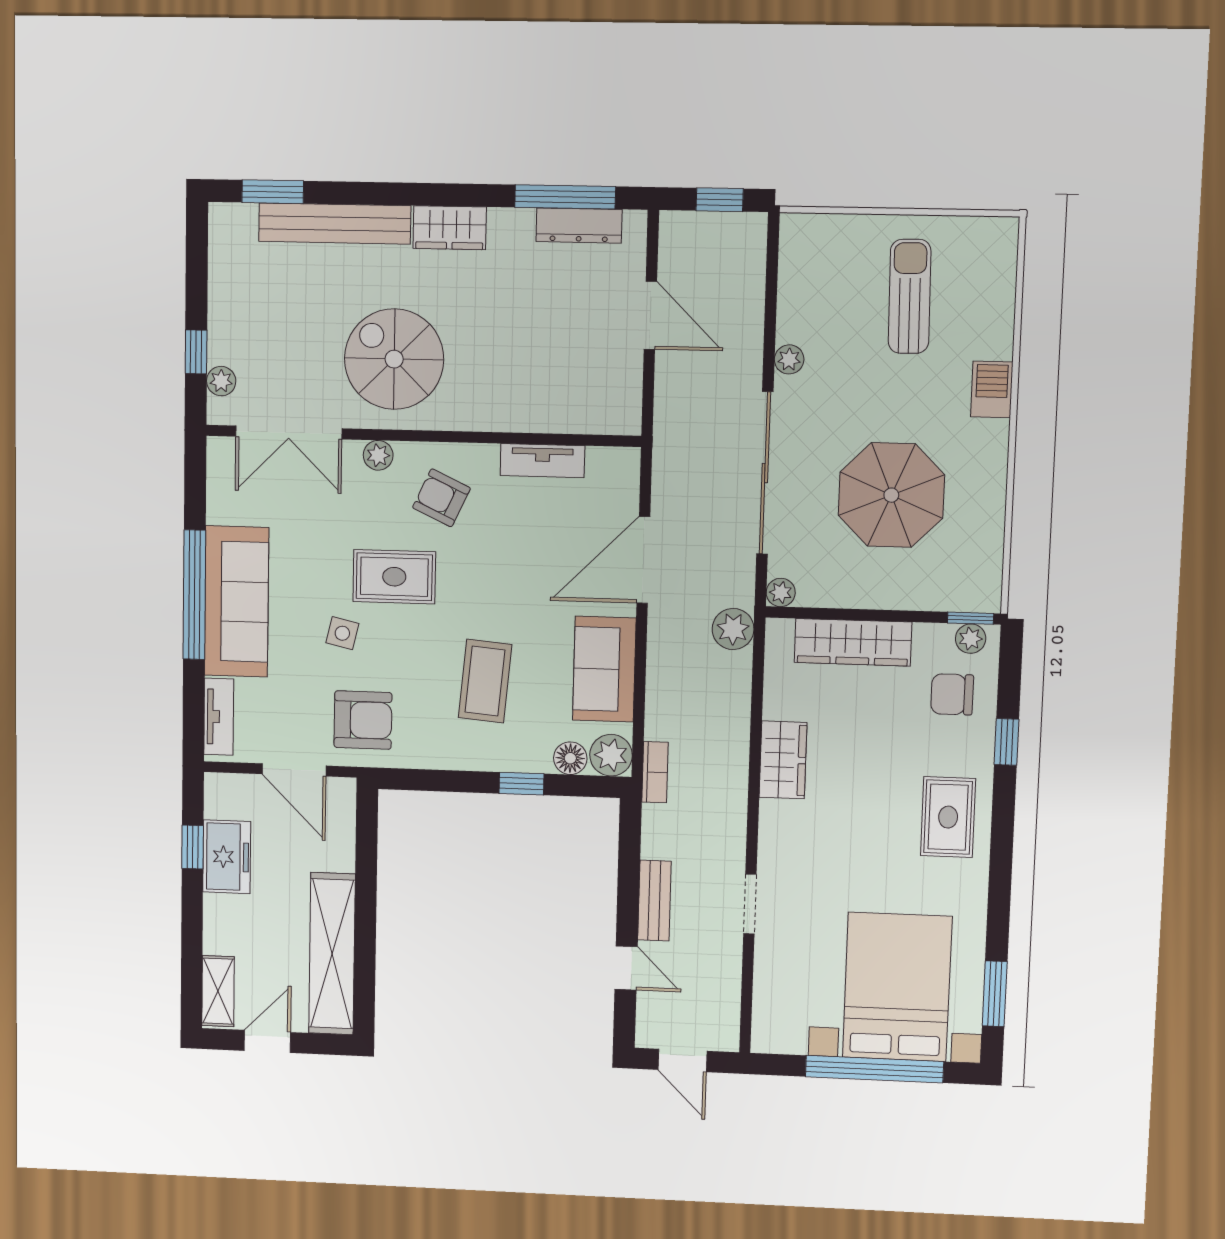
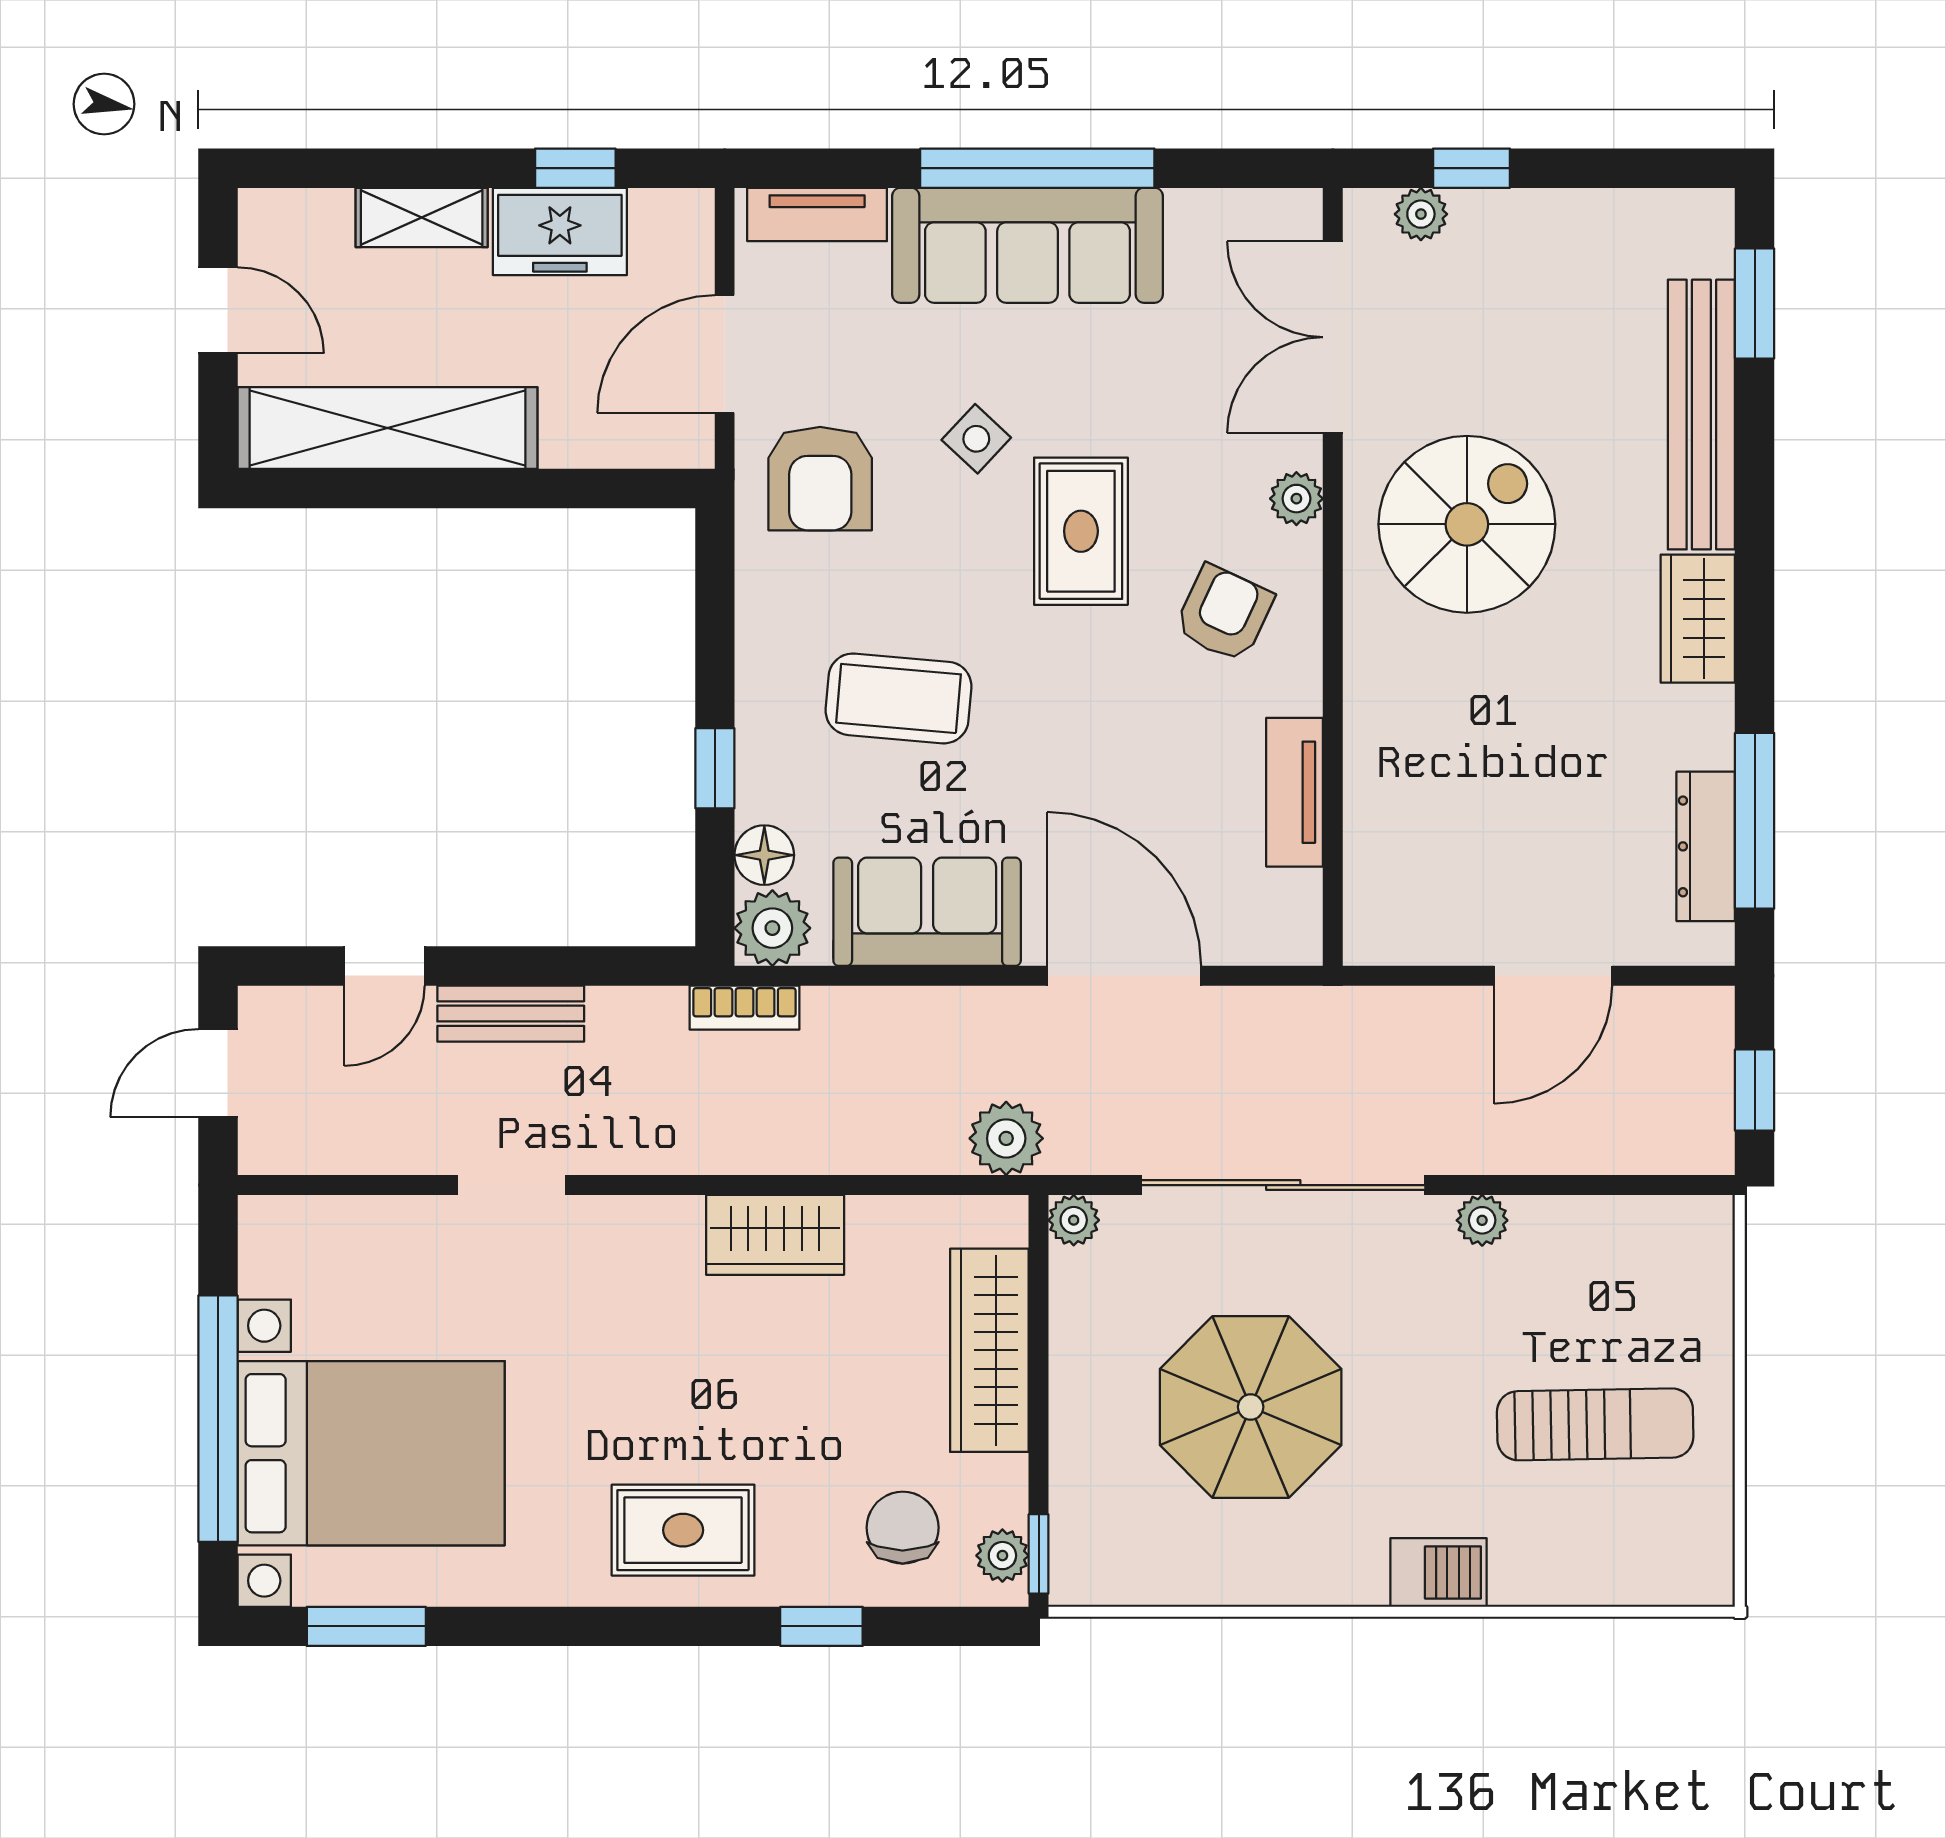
side table: (342, 633) -> (976, 439), turned 30
shelving: (218, 991) -> (422, 217), moved

